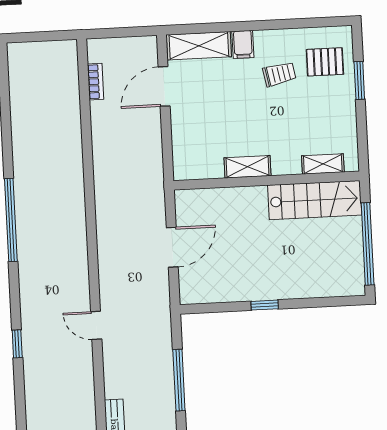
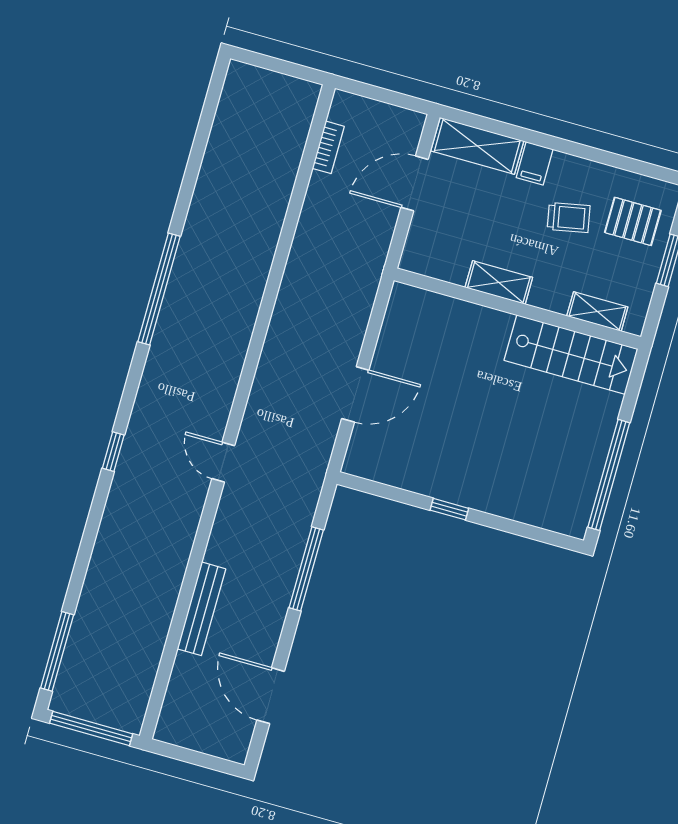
shelving: (323, 164) -> (597, 312), moved
shelving: (247, 167) -> (499, 282), moved
wall: (267, 181) -> (517, 309), moved
stairs: (315, 200) -> (571, 355), moved

